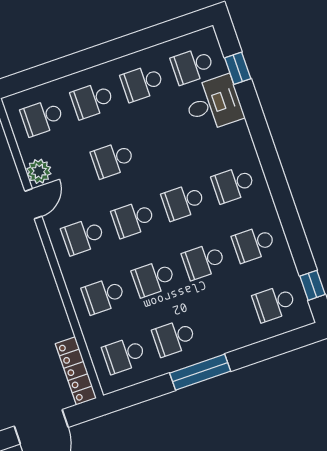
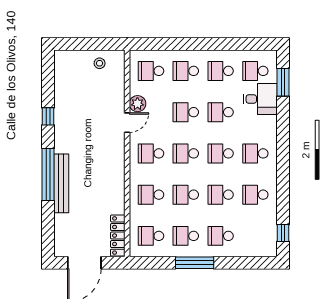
window: (238, 68) -> (283, 82), width x1.50
school desk: (163, 142) -> (221, 112), added
school desk: (274, 303) -> (221, 236), moved

